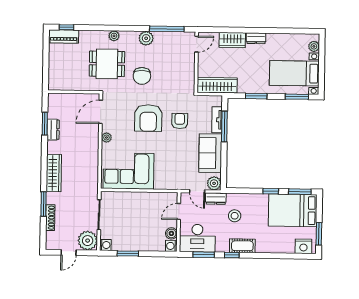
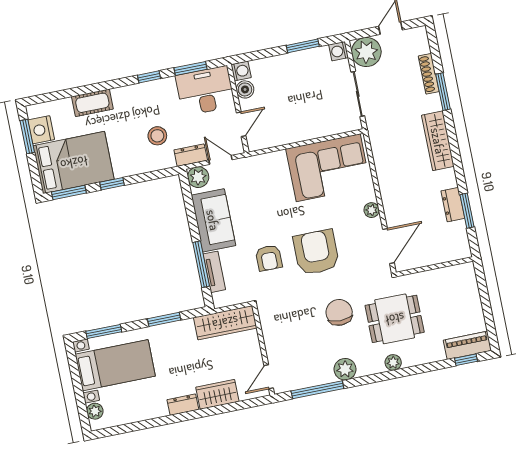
cot: (242, 246) -> (92, 103), moved
nightstand: (303, 246) -> (41, 130), moved, turned -90

